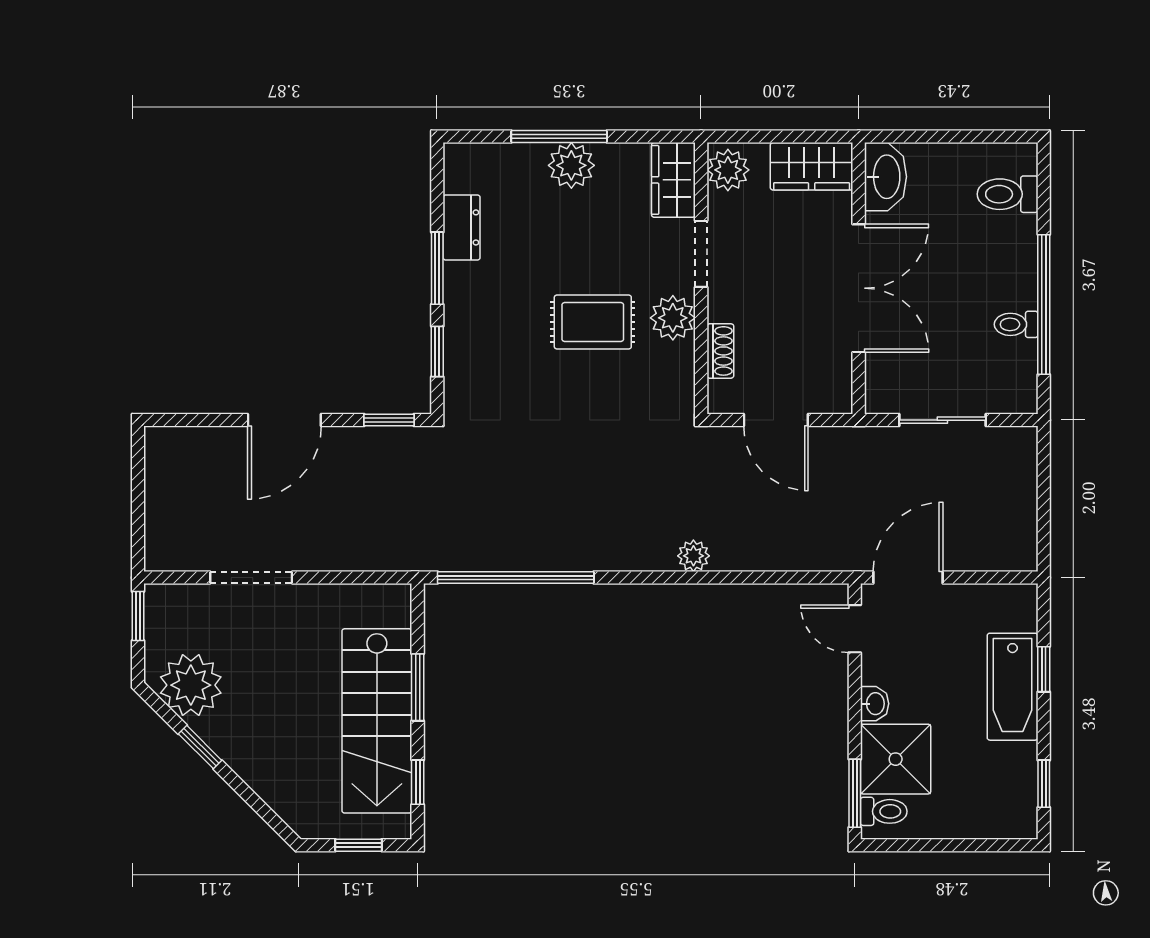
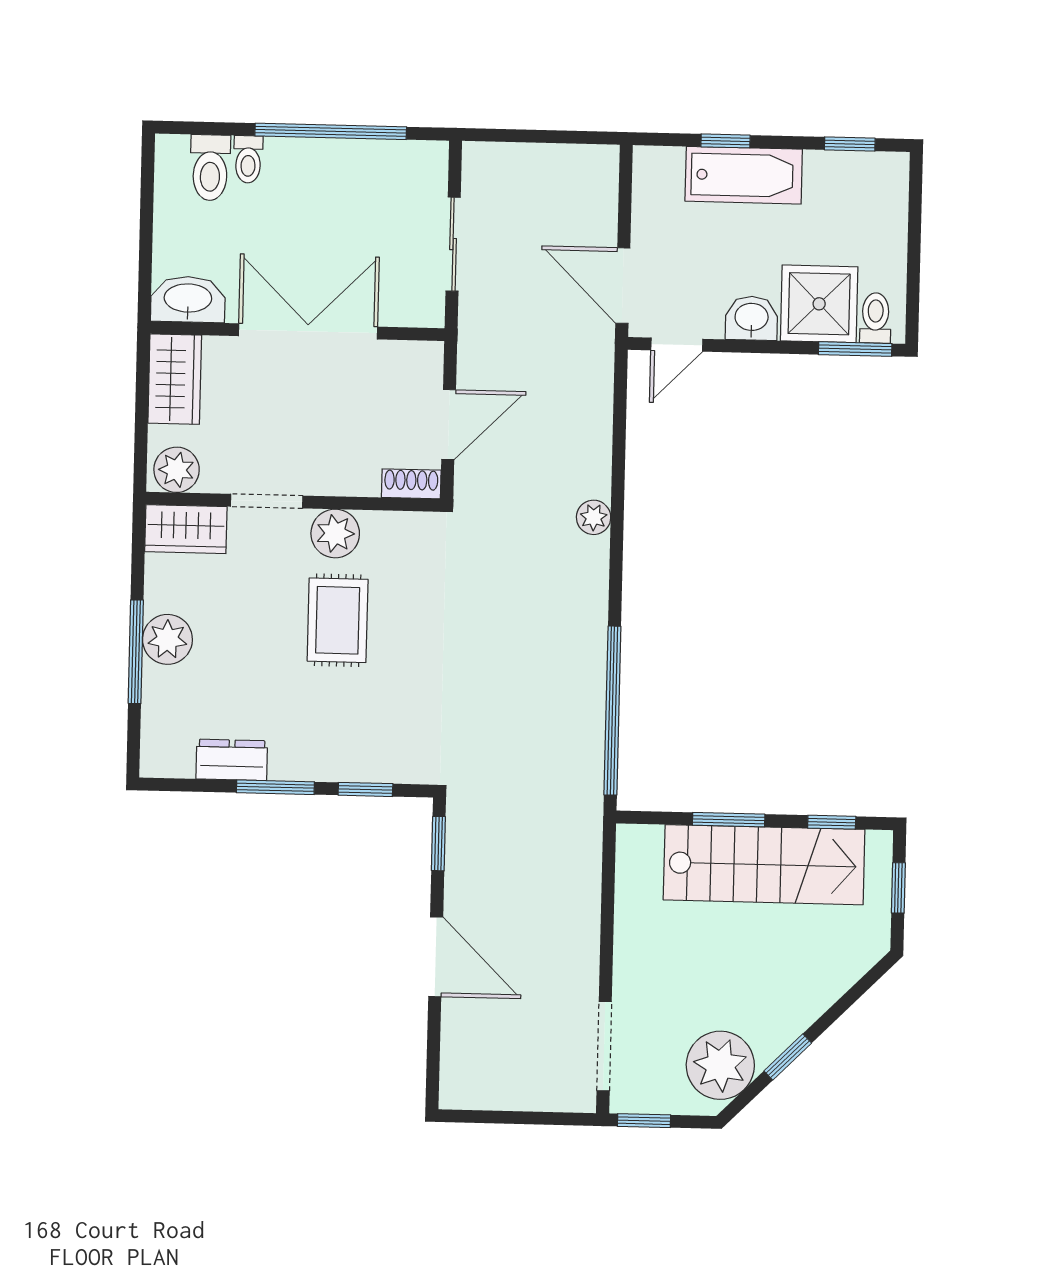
toilet: (1016, 324) -> (248, 159), moved
shoe rack: (720, 351) -> (411, 484), moved
doorway: (251, 578) -> (604, 1046), moved
washbasin: (875, 704) -> (752, 318), width x1.38, depth x1.45

